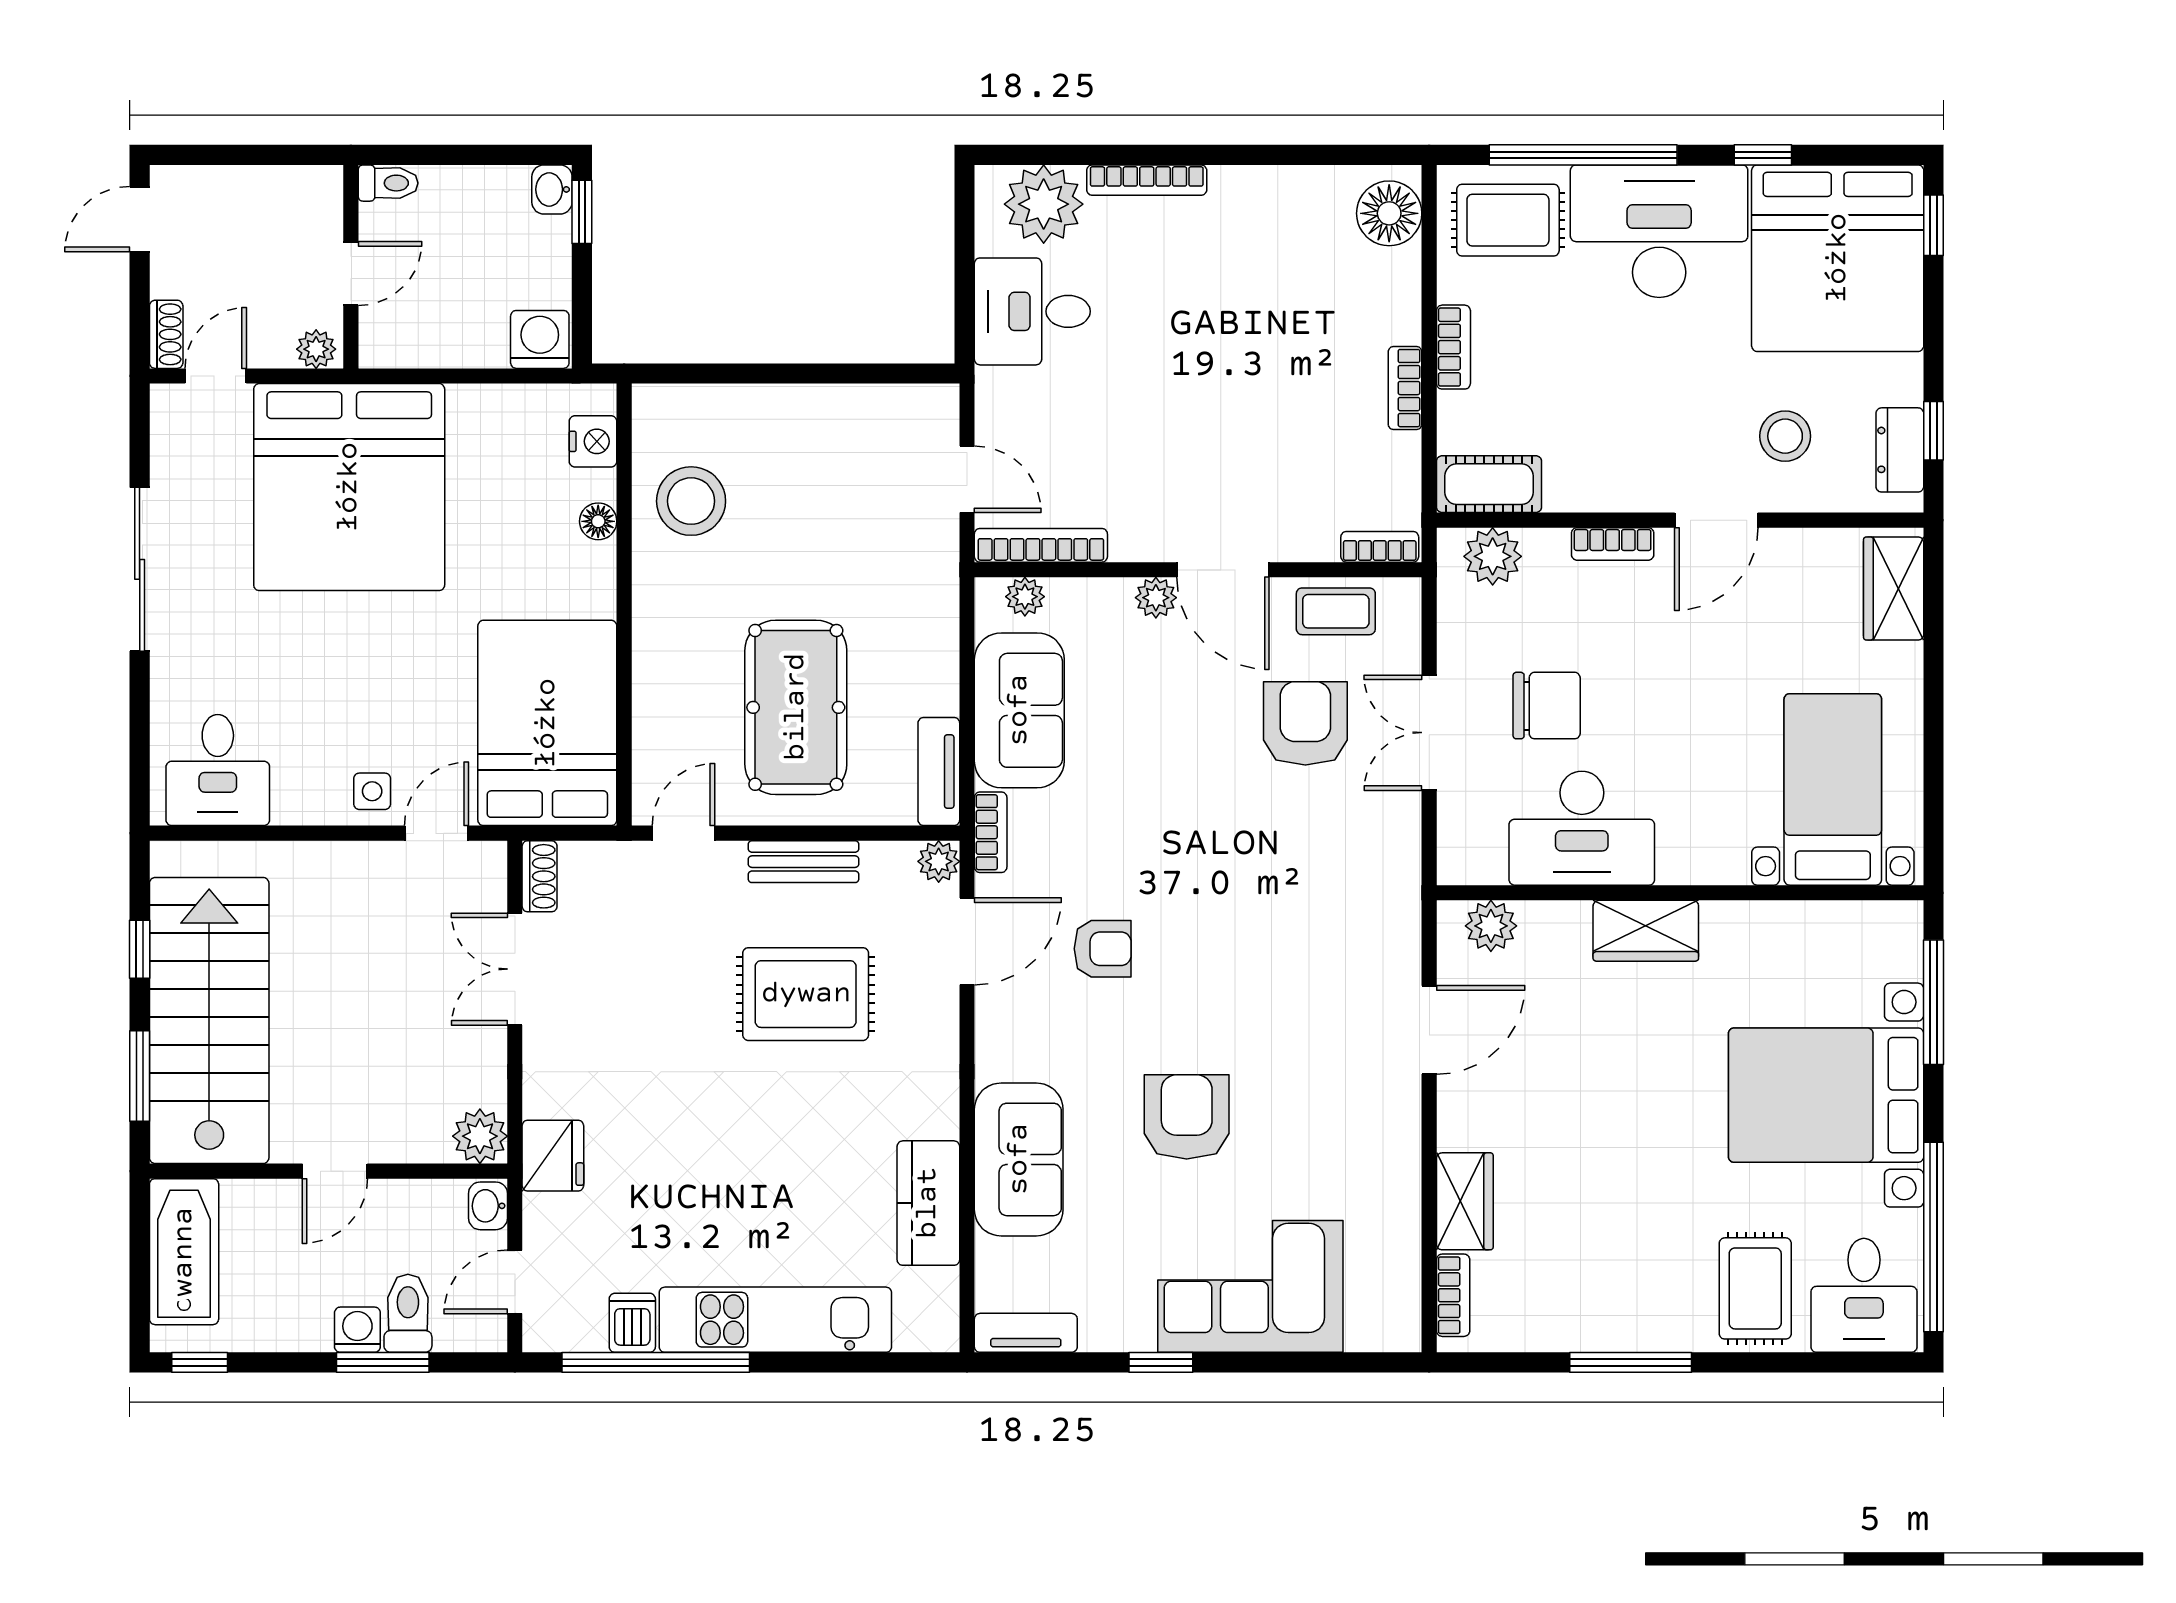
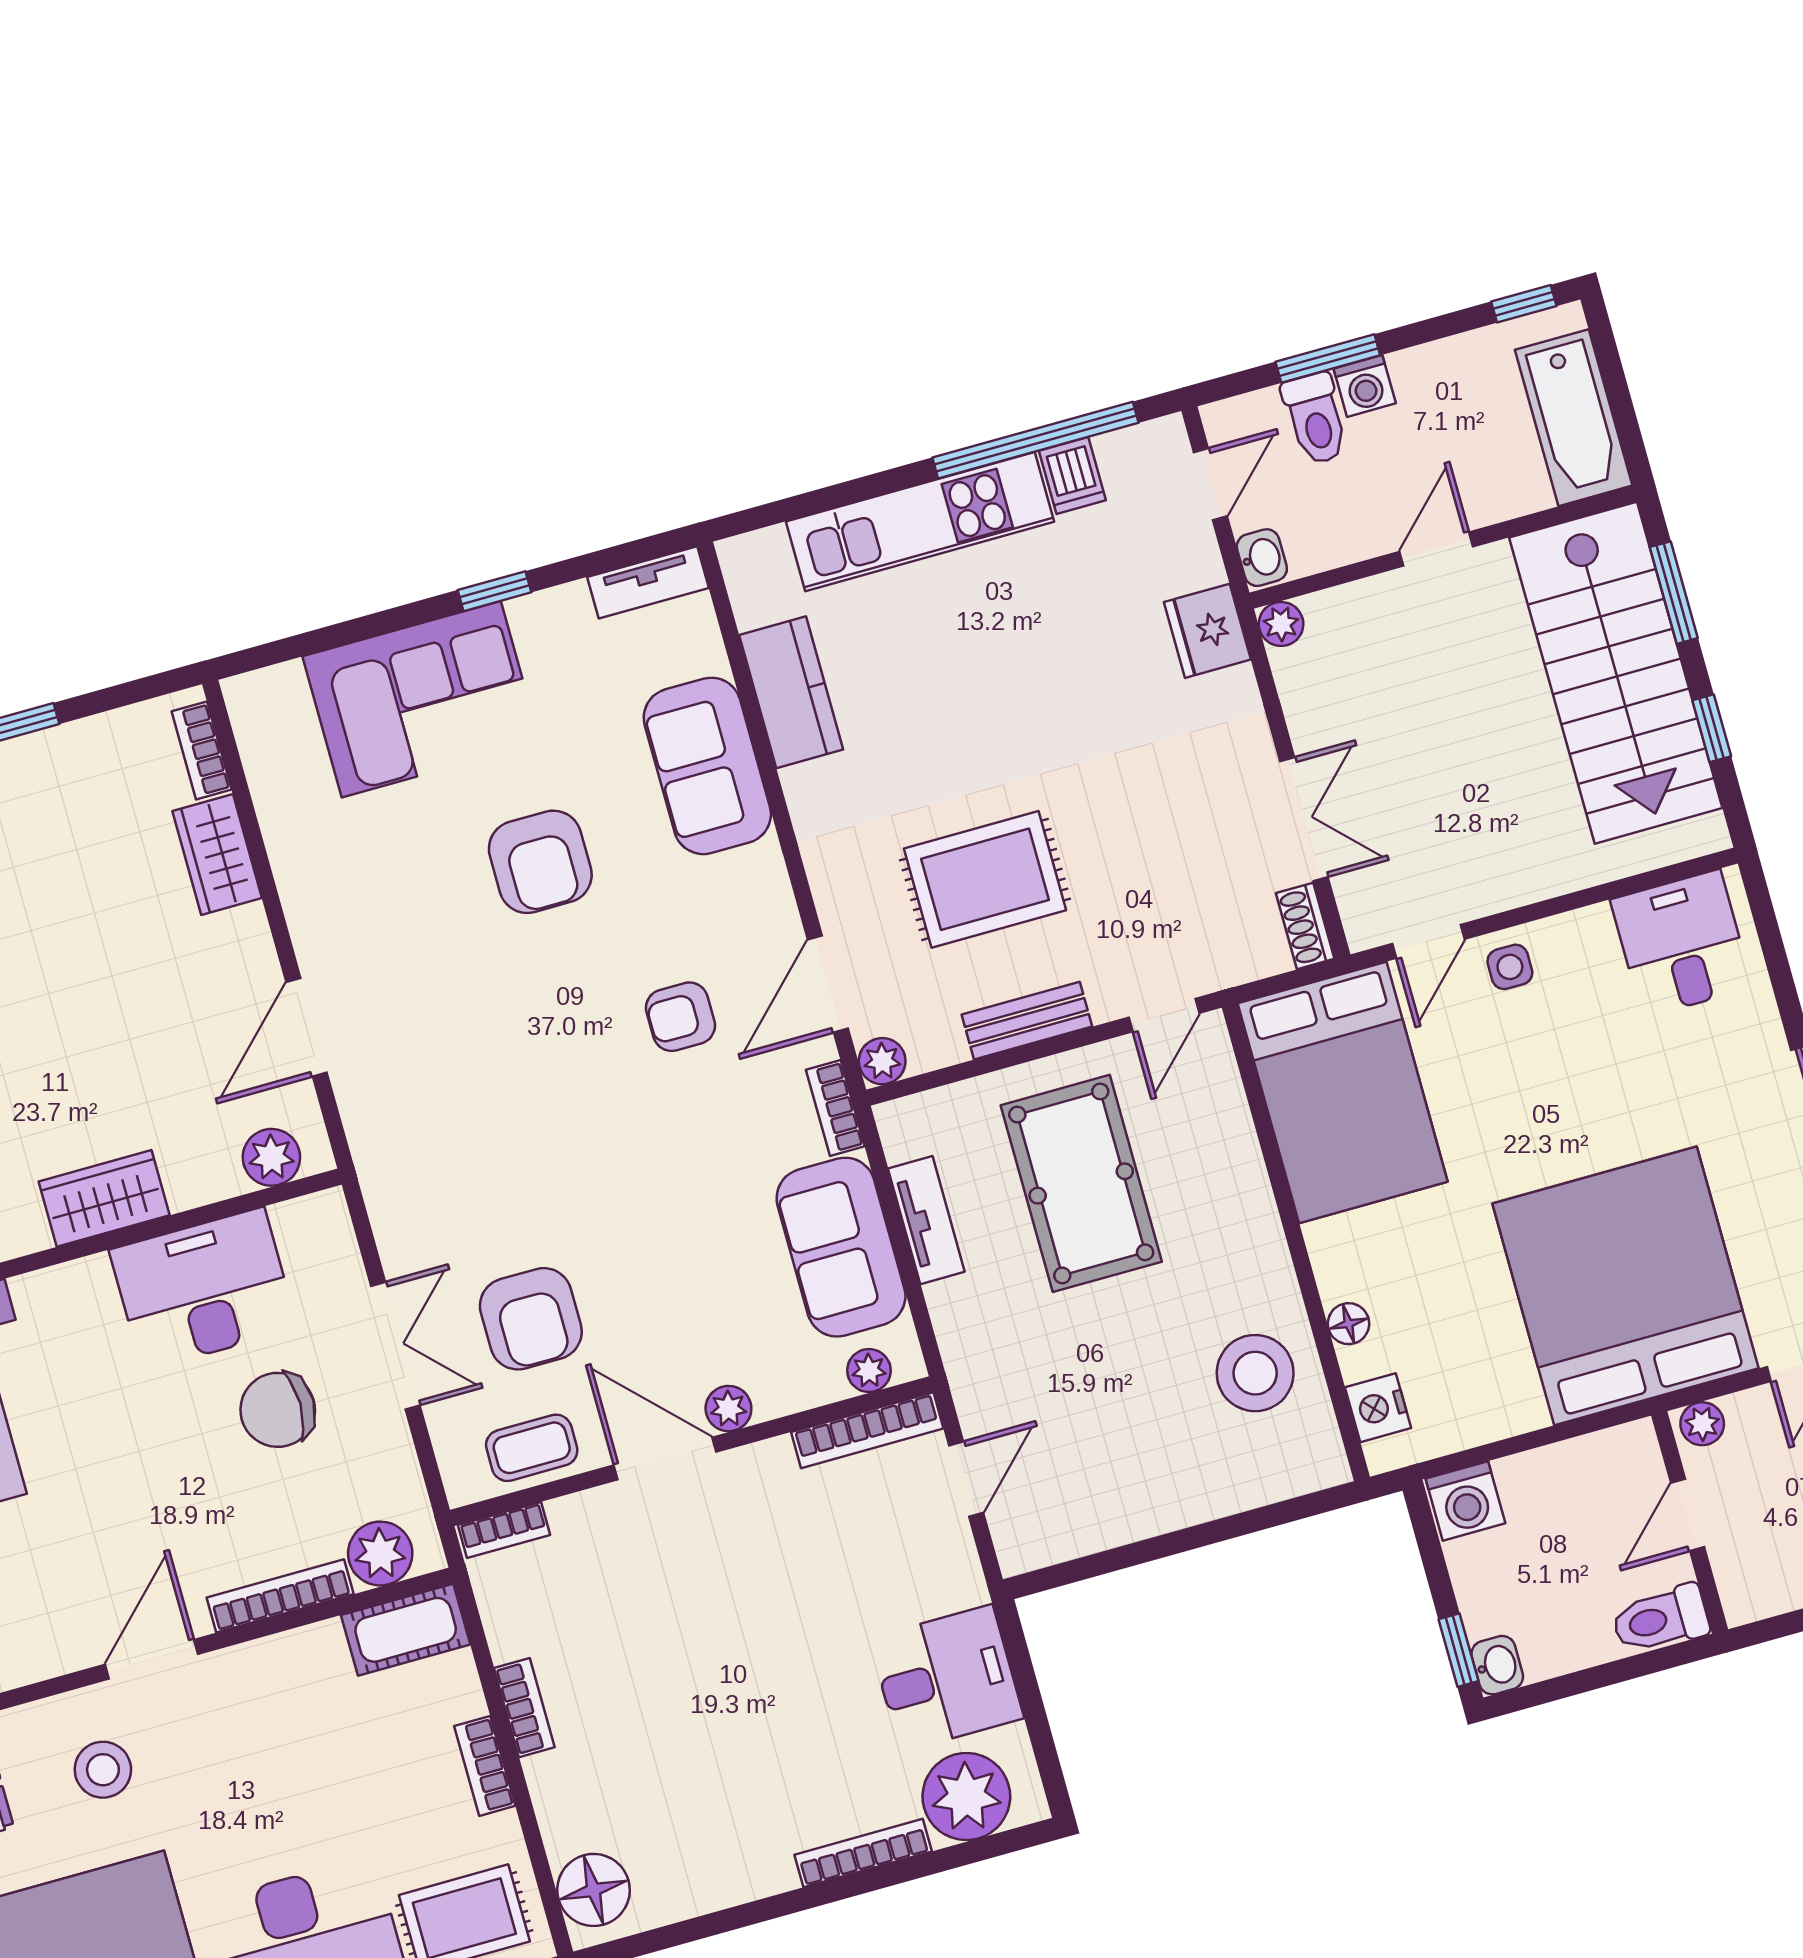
toilet: (388, 183) -> (1660, 1619), width x1.37, depth x1.39
door: (967, 479) -> (966, 1479), swing flipped
bookcase: (1613, 544) -> (280, 1596), width x1.56
tv unit: (939, 771) -> (926, 1220), moved
plant: (480, 1136) -> (1281, 624), width x0.73, depth x0.73

